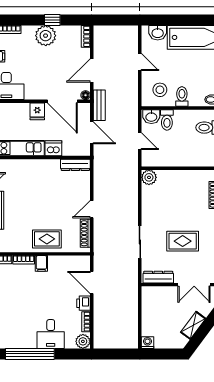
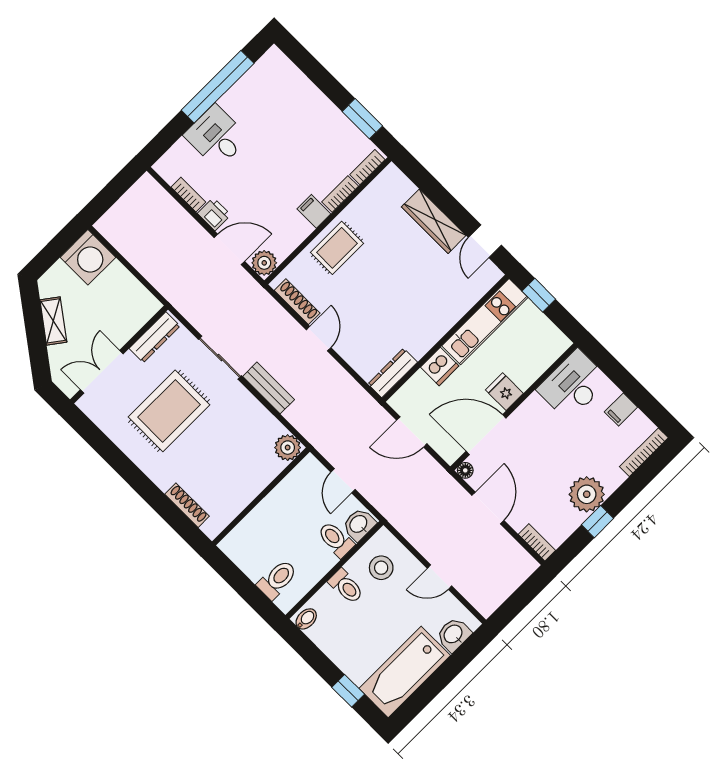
bench: (99, 105) -> (269, 388), moved
door: (140, 141) -> (343, 481), hinge flipped
rug: (183, 241) -> (169, 411), width x1.36, depth x1.43
plant: (83, 341) -> (264, 263), moved
washing machine: (147, 343) -> (88, 257), width x1.89, depth x1.89

